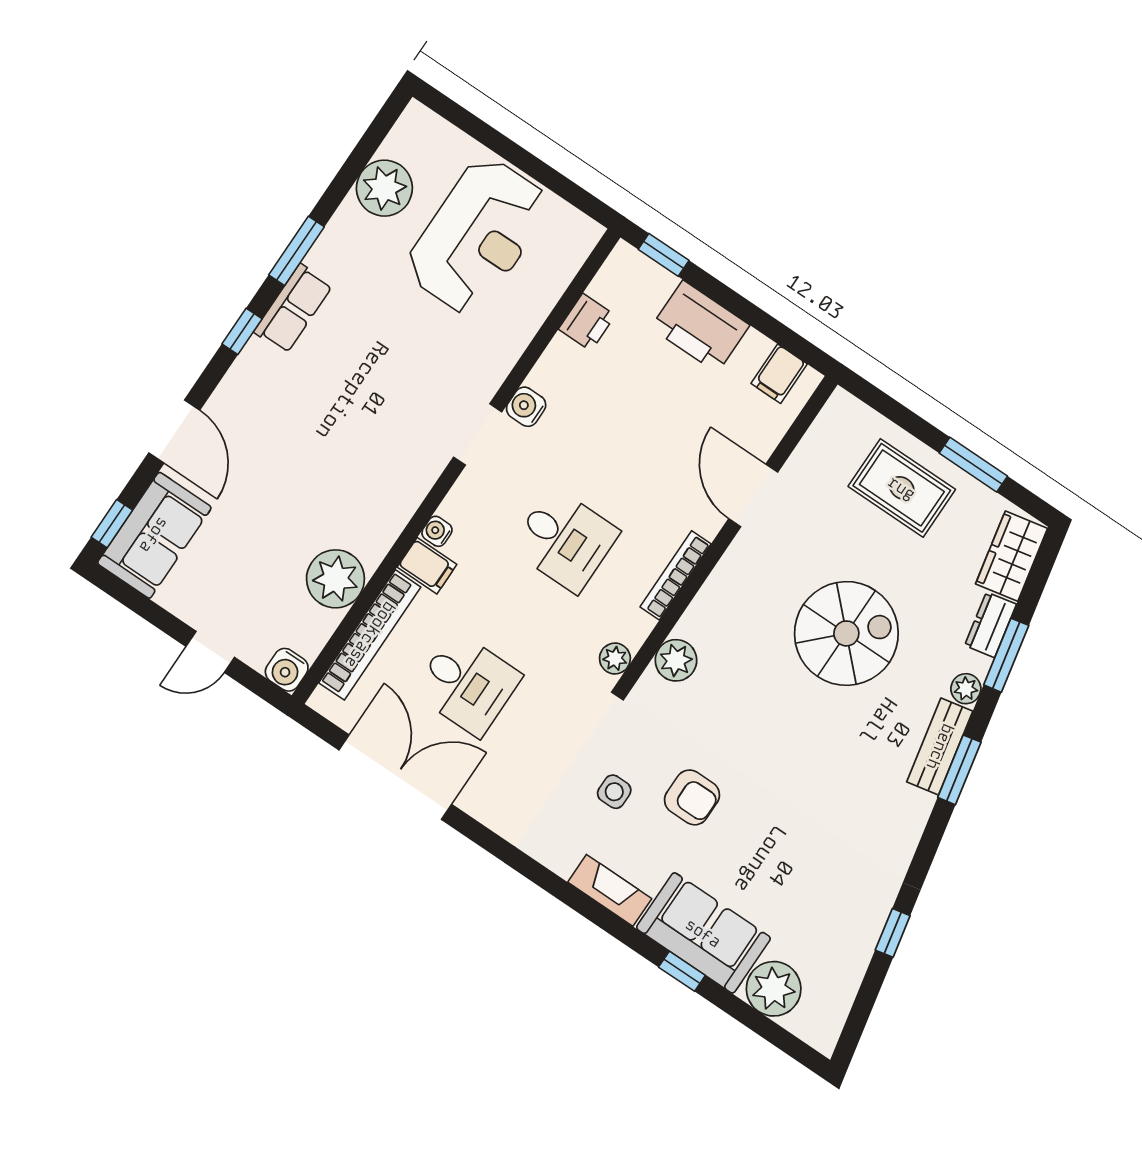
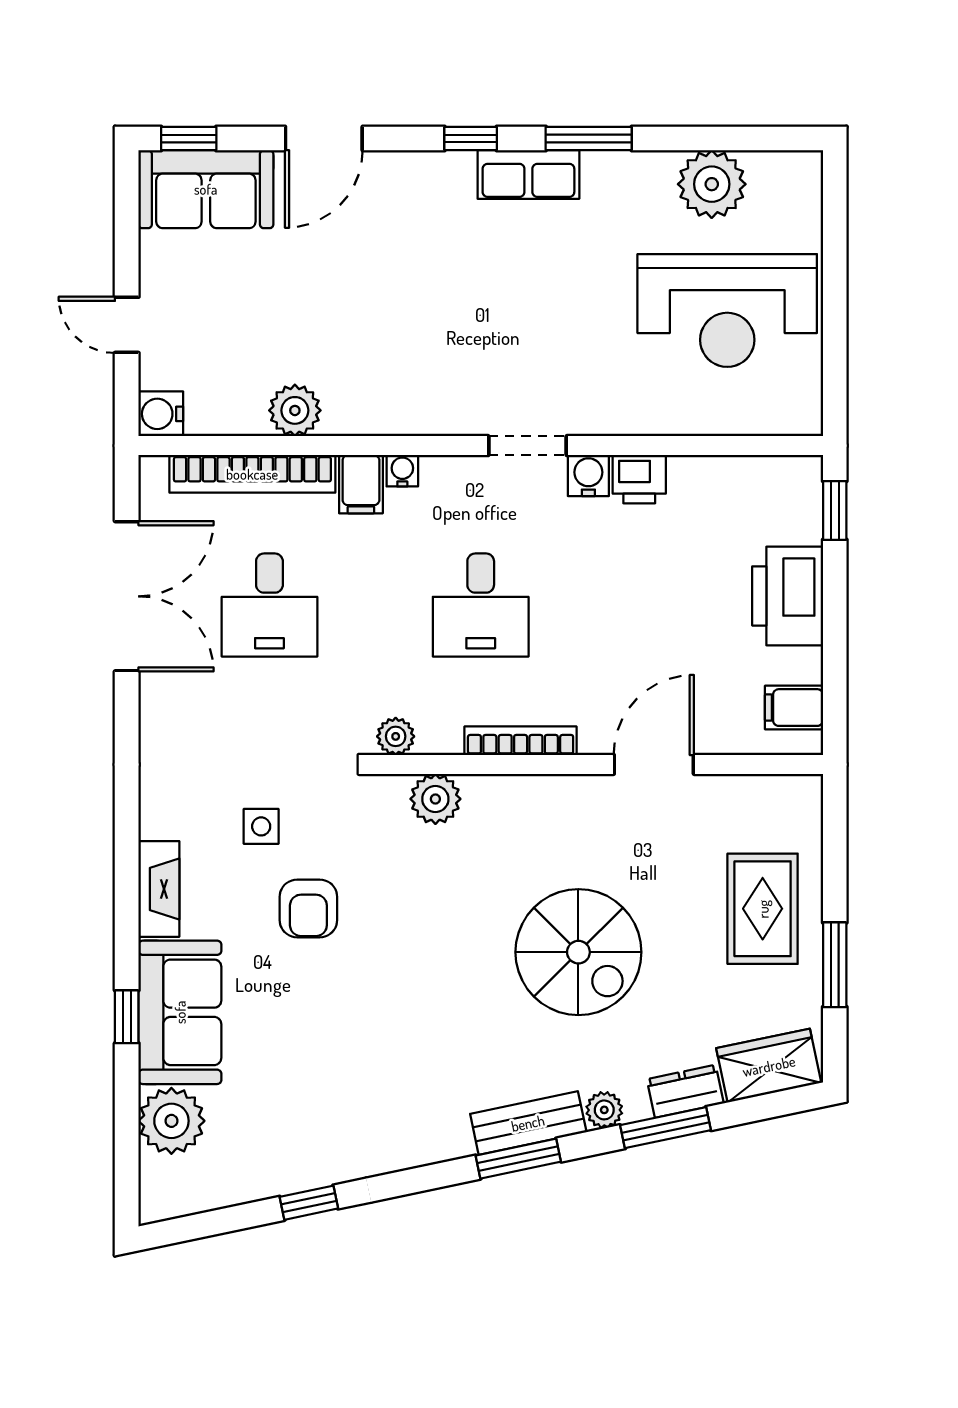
printer: (587, 322) -> (639, 479), moved
plant: (335, 579) -> (295, 410), width x0.73, depth x0.73

